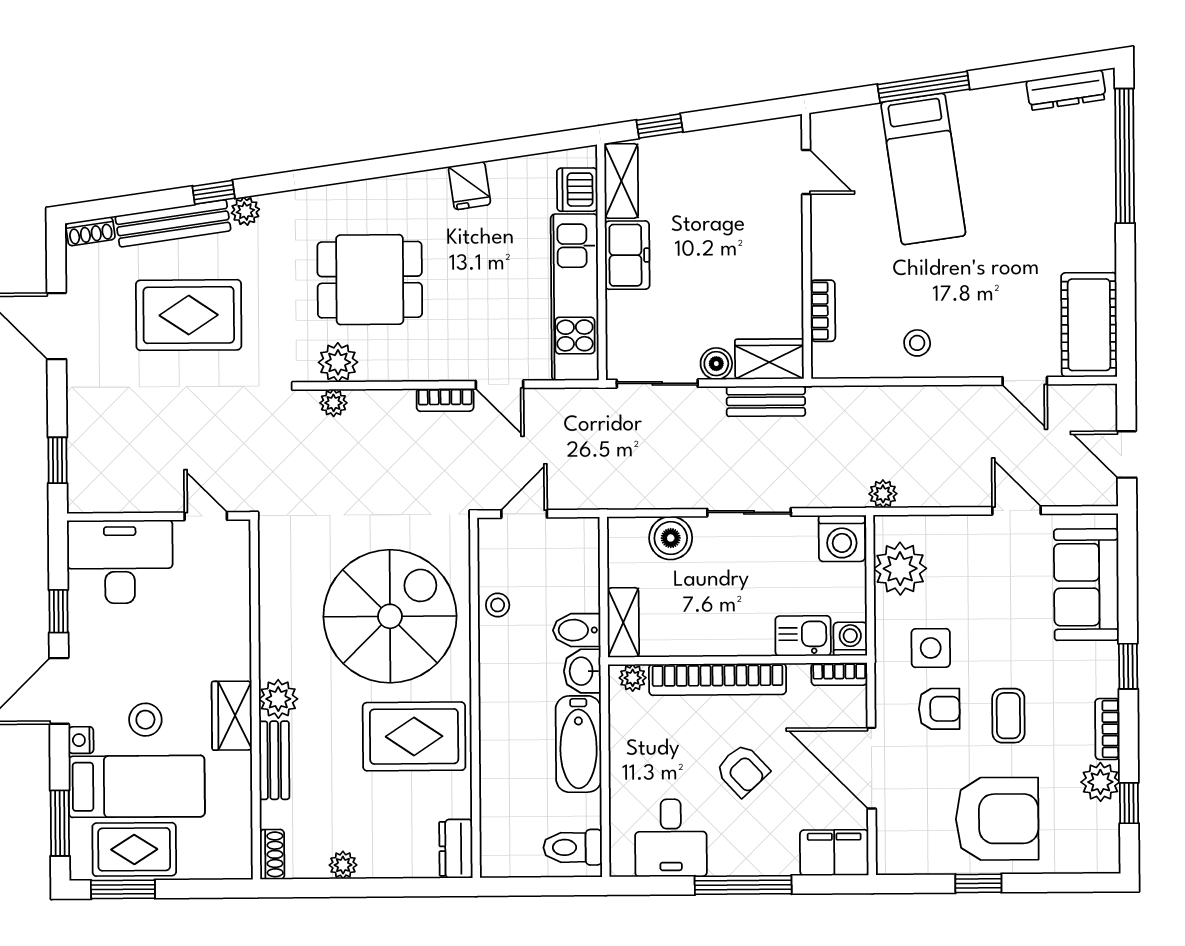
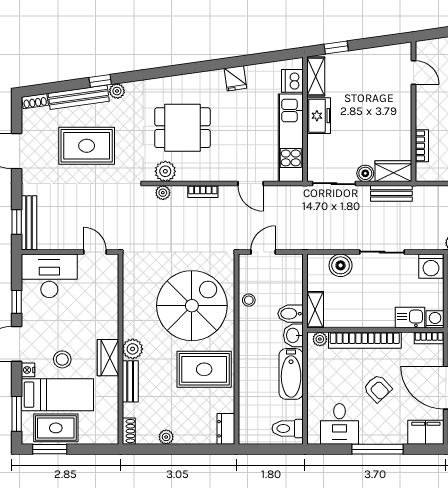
bookcase: (445, 400) -> (203, 192), moved
bench: (81, 461) -> (29, 223), added

